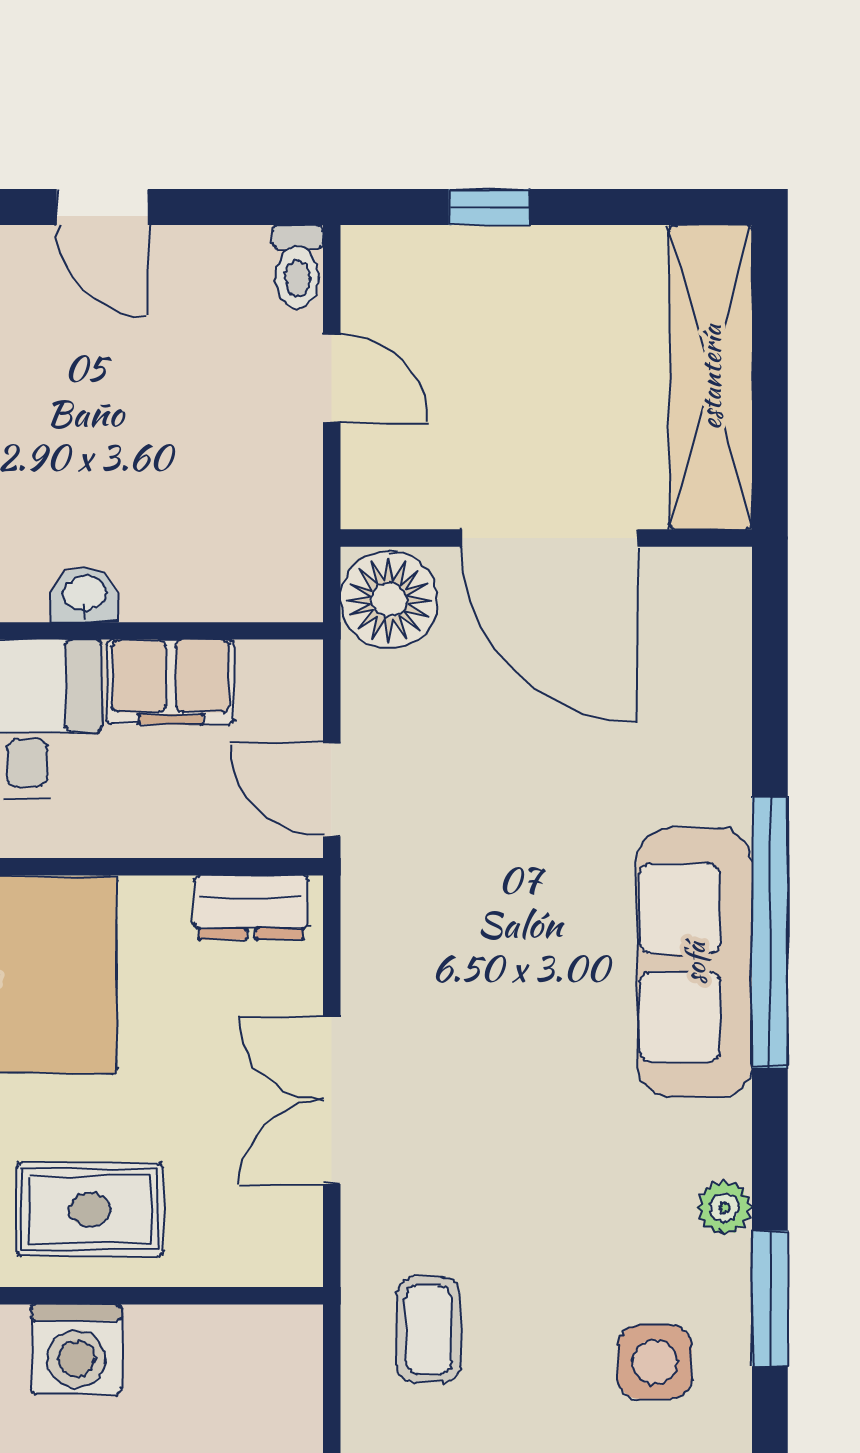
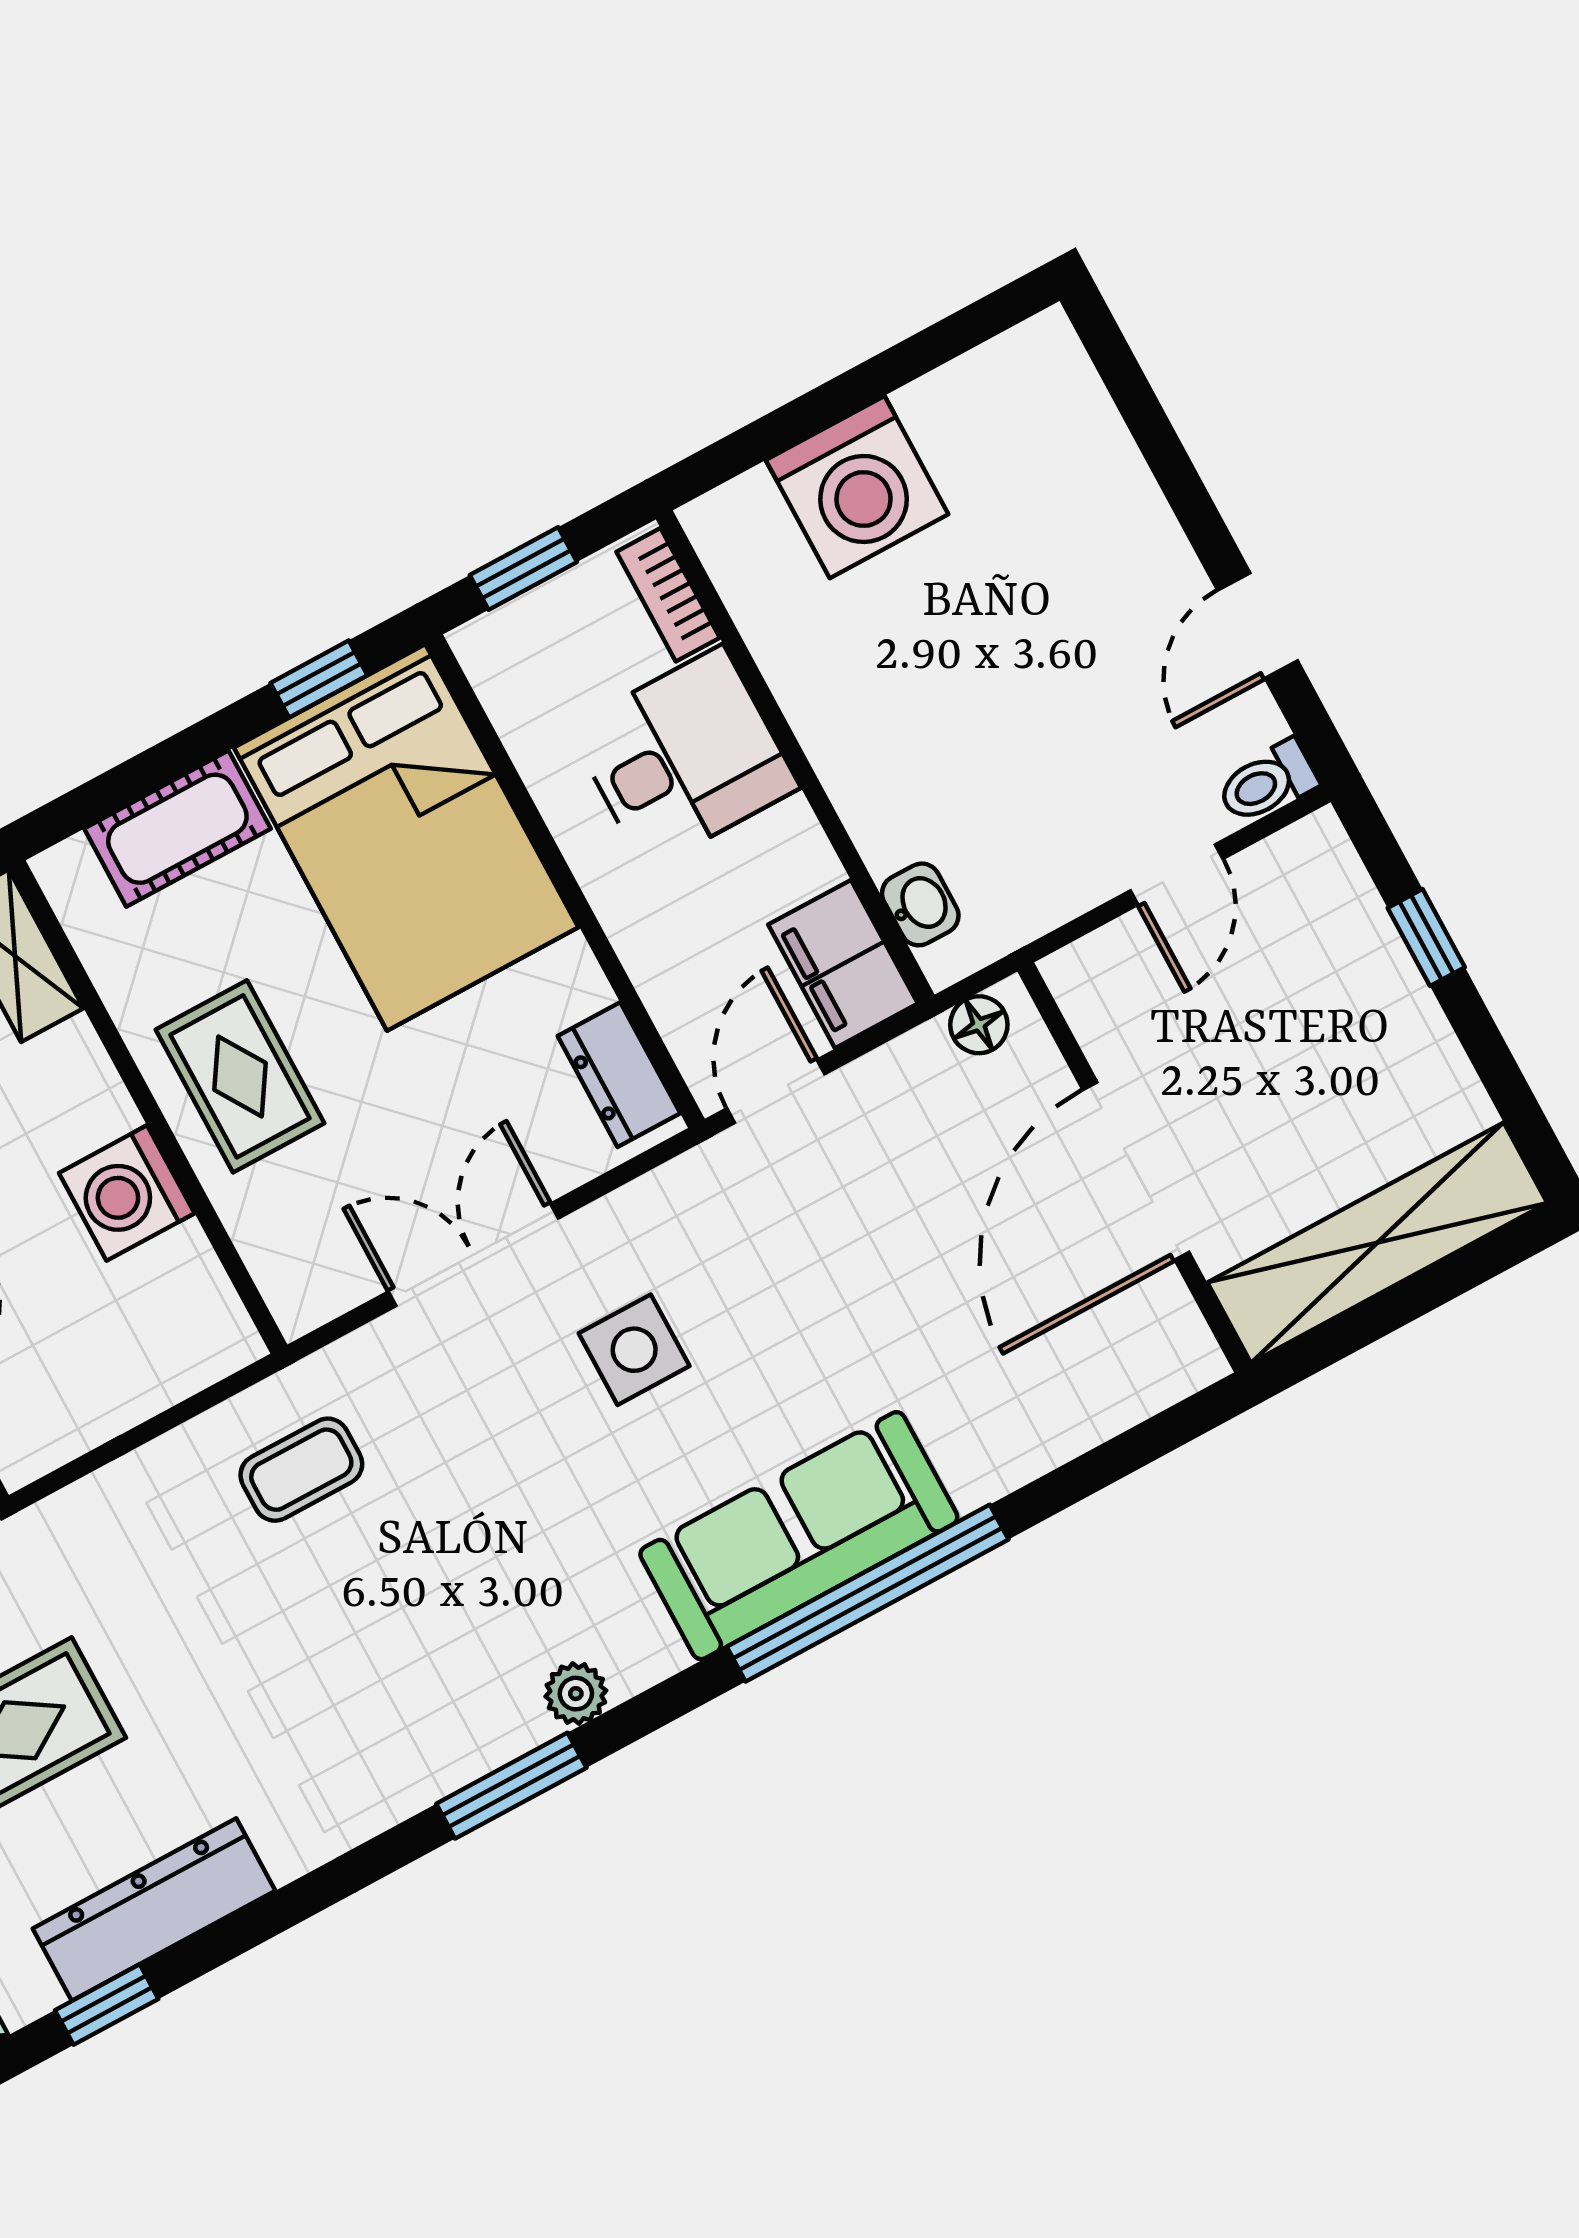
door: (102, 207) -> (1258, 626), moved
washbasin: (85, 595) -> (920, 904), moved
floor lamp: (389, 600) -> (979, 1025), width x0.53, depth x0.53
filing cabinet: (171, 682) -> (843, 964), moved
washing machine: (76, 1349) -> (127, 1193), moved
side table: (655, 1362) -> (634, 1350), moved

